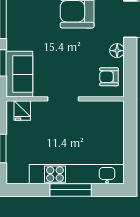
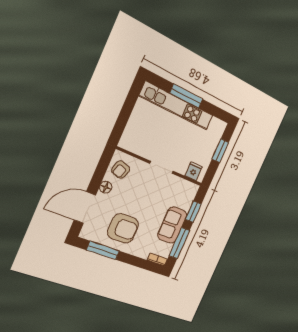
sofa: (19, 74) -> (172, 225), moved
armchair: (109, 77) -> (121, 170), turned 108

